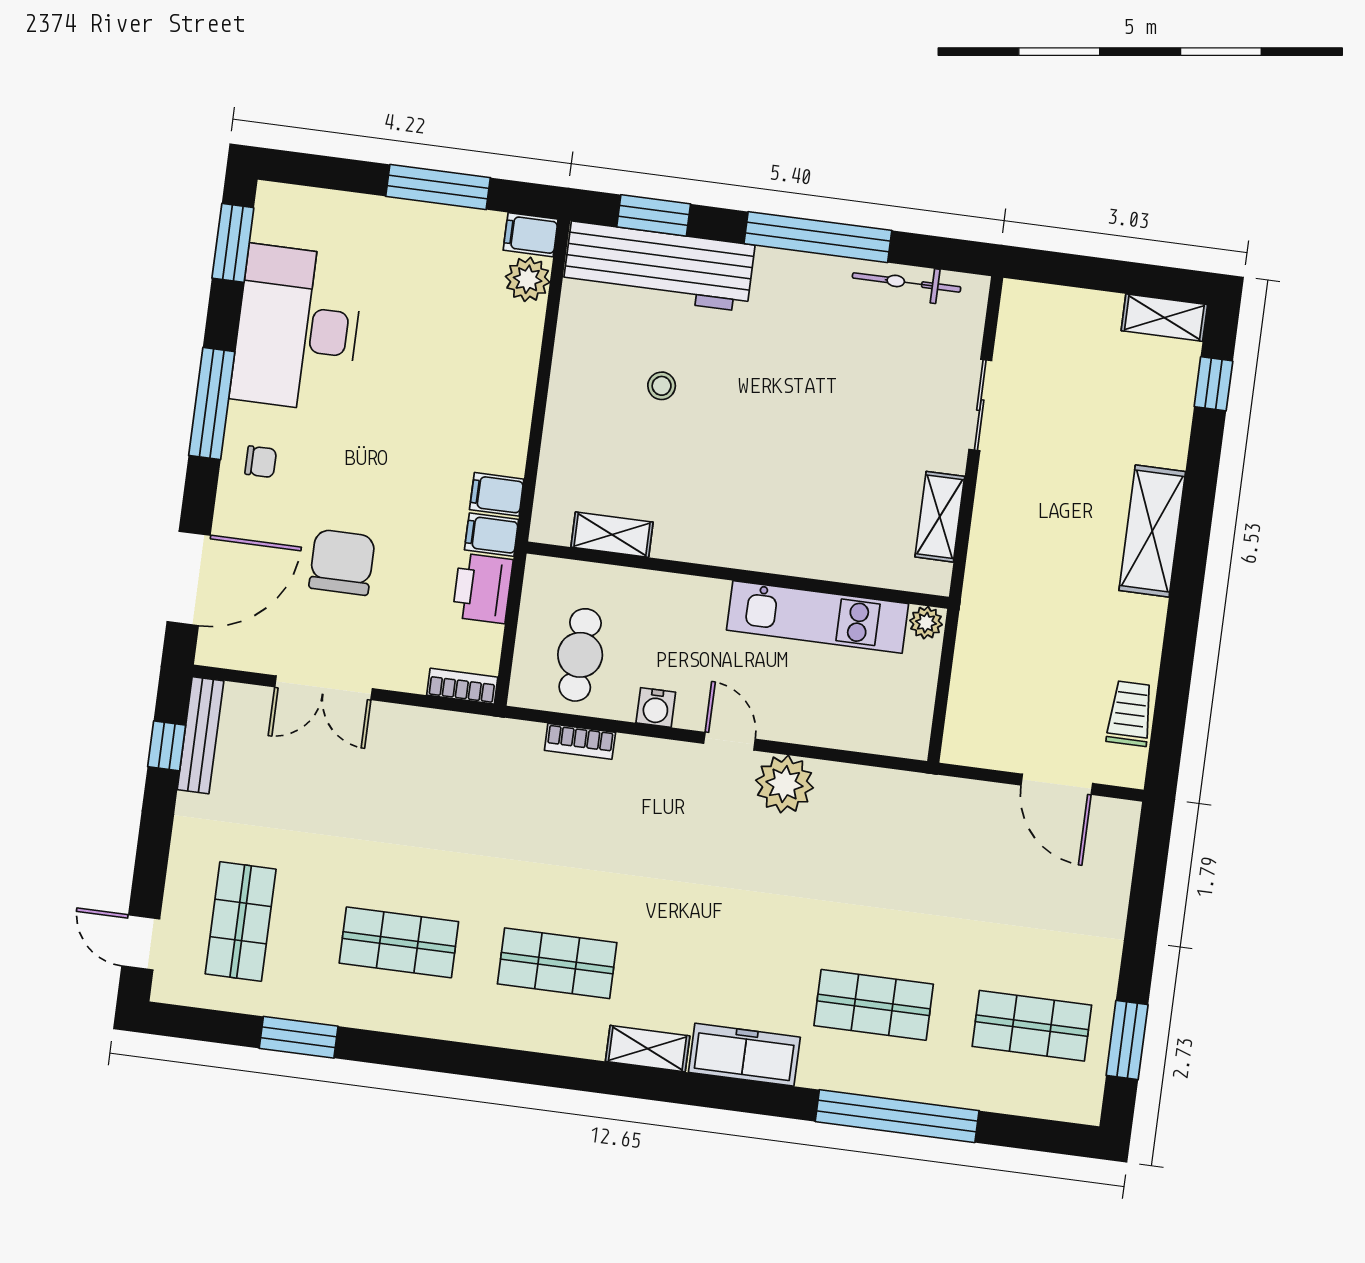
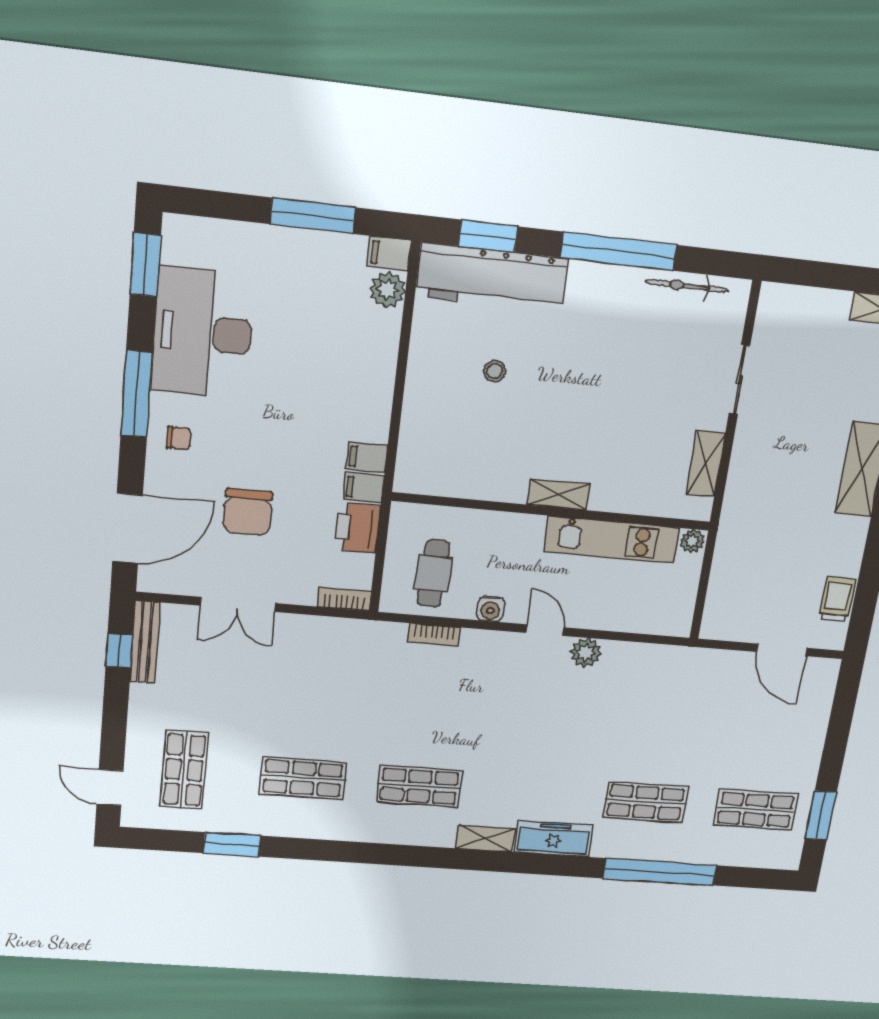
shelving: (612, 535) -> (558, 494), moved
chair: (342, 562) -> (248, 512), turned 180
plant: (785, 784) -> (586, 653), width x0.73, depth x0.73

